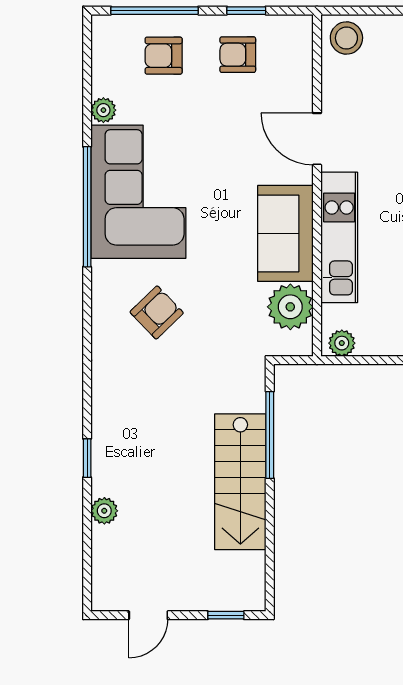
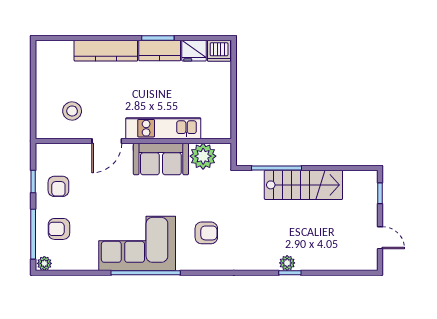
stool: (346, 38) -> (72, 111), moved
armchair: (164, 56) -> (59, 229), turned 90
plant: (103, 110) -> (44, 263), moved
armchair: (157, 312) -> (206, 233), turned 134
plant: (342, 343) -> (224, 127), removed
plant: (104, 511) -> (287, 263), moved

